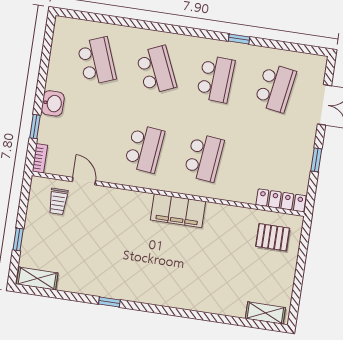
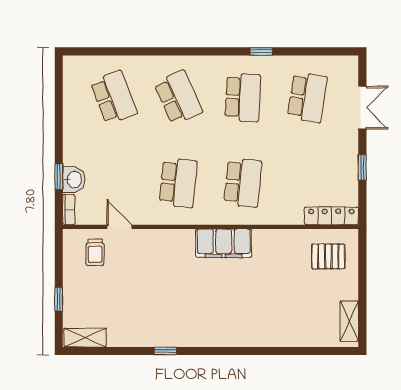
washbasin: (53, 103) -> (74, 180), moved
shelving: (265, 313) -> (349, 321), moved, turned 90

